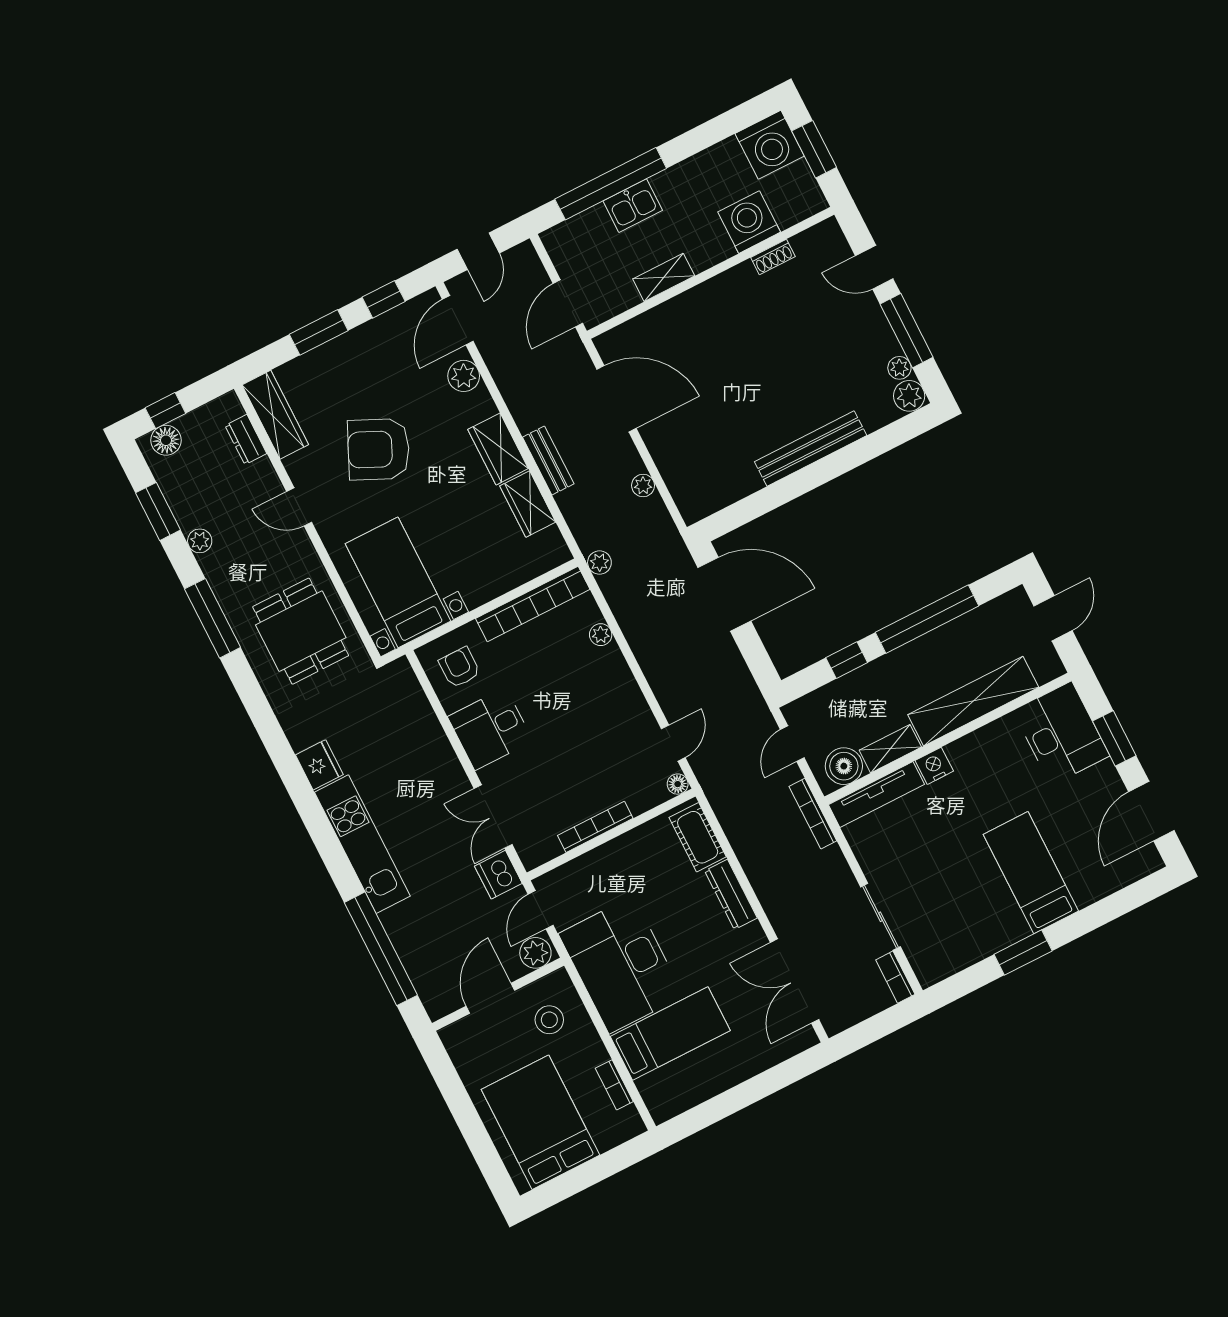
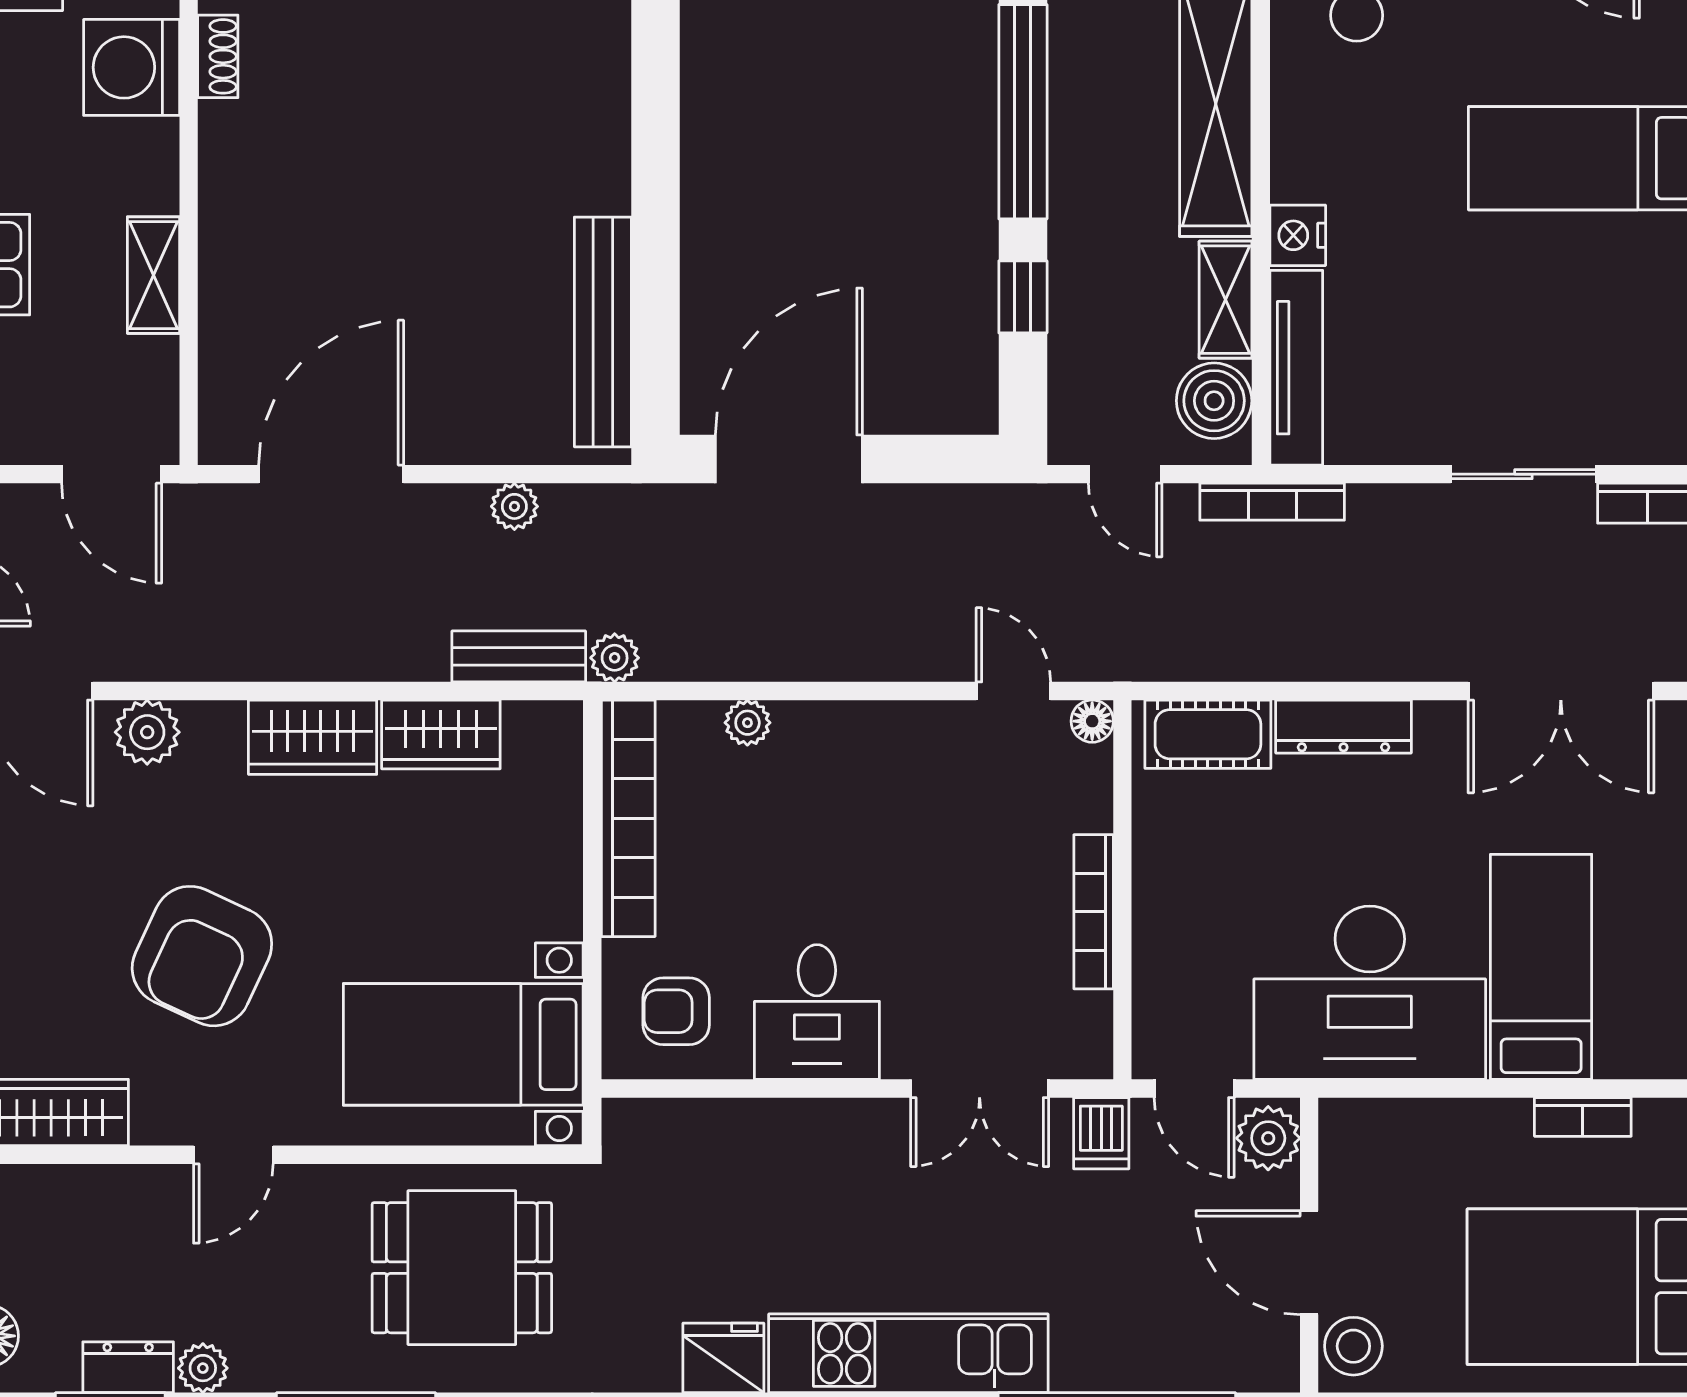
dresser: (246, 440) -> (128, 1367), moved, turned 180
bench: (811, 449) -> (603, 332), moved
bench: (548, 460) -> (519, 656), moved
dishwasher: (498, 875) -> (1101, 1133), width x0.73
stool: (549, 1020) -> (1353, 1346), moved

